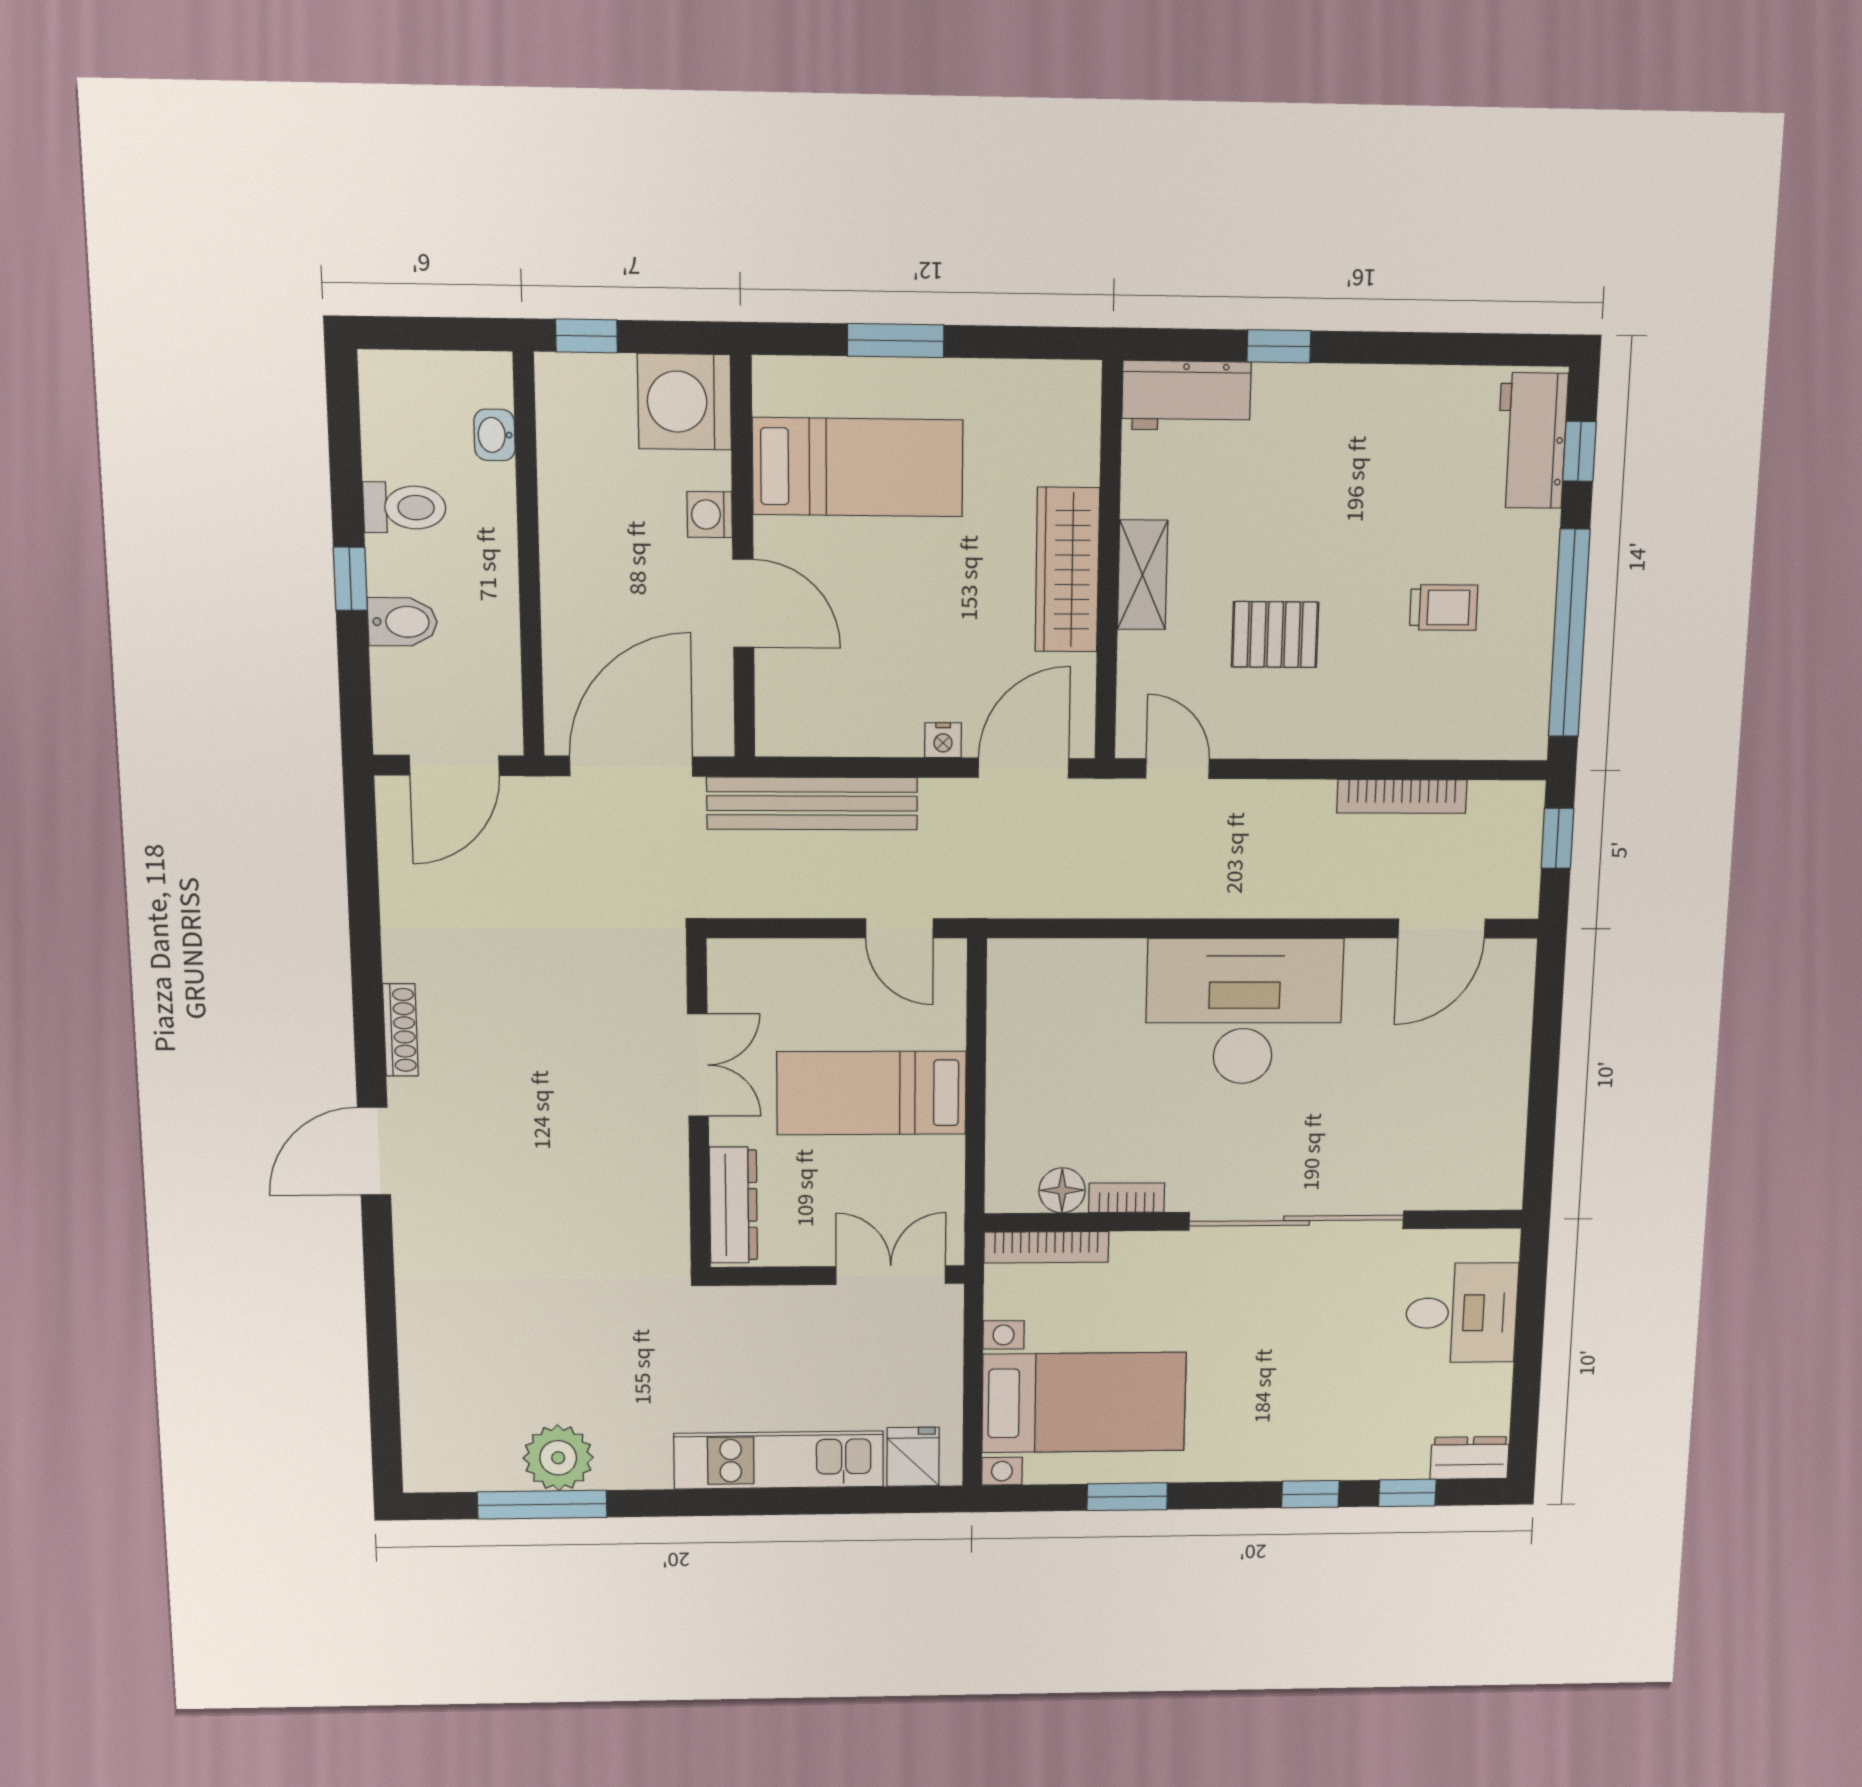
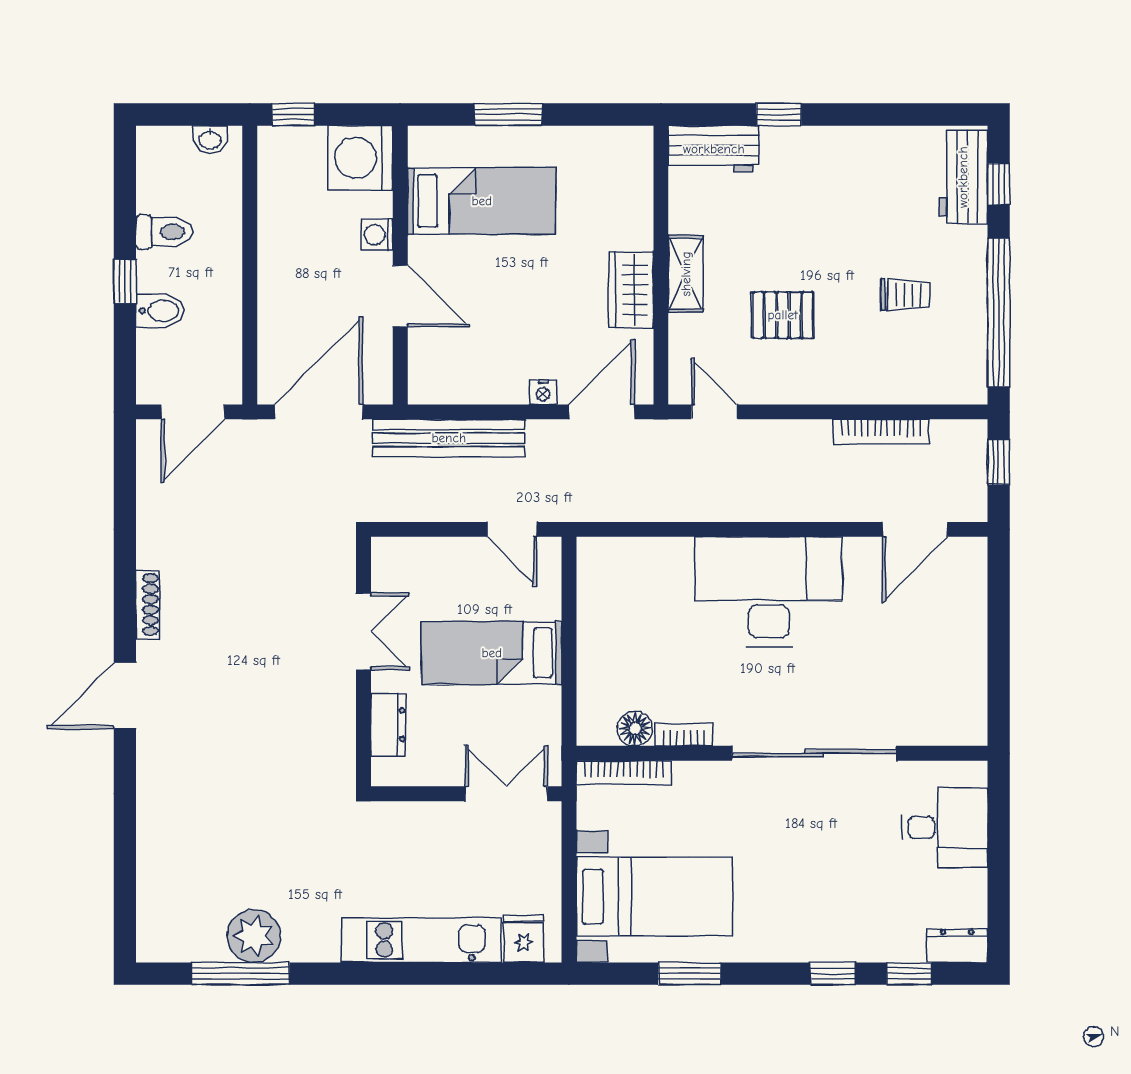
washbasin: (495, 435) -> (210, 140), moved, turned -90
wardrobe: (1067, 570) -> (631, 290), width x0.67
dresser: (733, 1205) -> (388, 725), width x0.70

